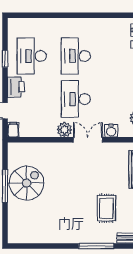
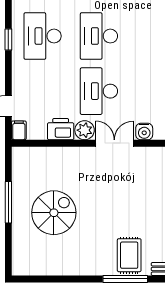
printer: (16, 87) -> (61, 129), moved, turned -90
spiral stairs: (27, 183) -> (54, 213), moved
rug: (106, 208) -> (129, 255), moved

